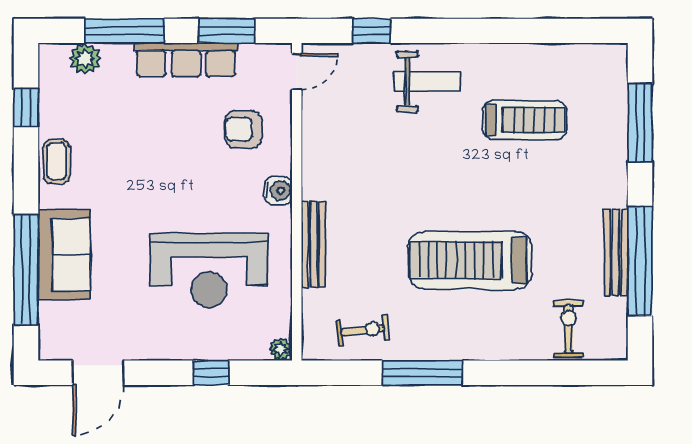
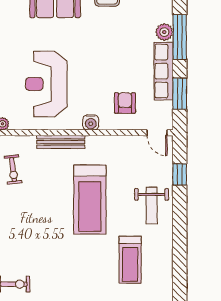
plant: (85, 58) -> (164, 32), moved
treadmill: (470, 260) -> (90, 200), moved, turned 180

